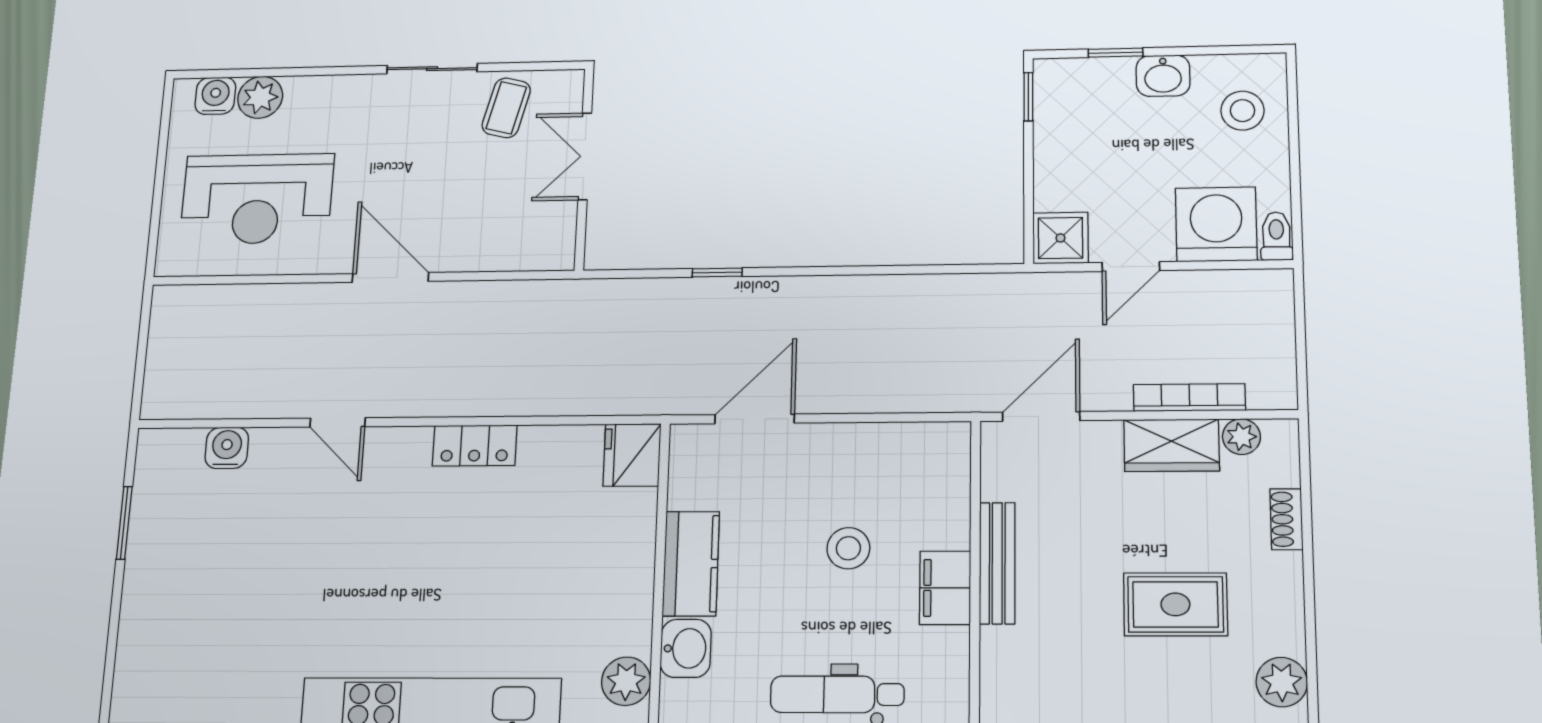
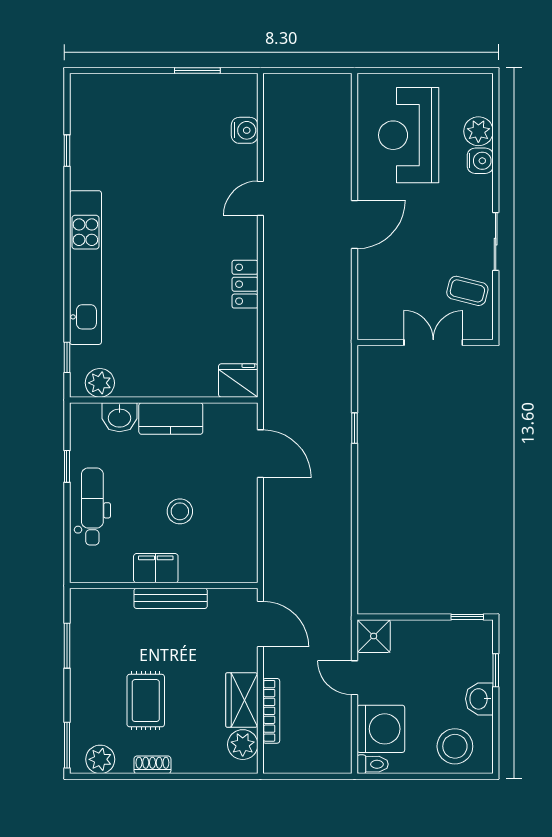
water cooler: (215, 96) -> (480, 161), moved
stool: (1242, 111) -> (455, 746), width x1.38, depth x1.38
plant: (1241, 437) -> (243, 745), width x1.38, depth x1.38
shoe rack: (1286, 519) -> (152, 765), moved

